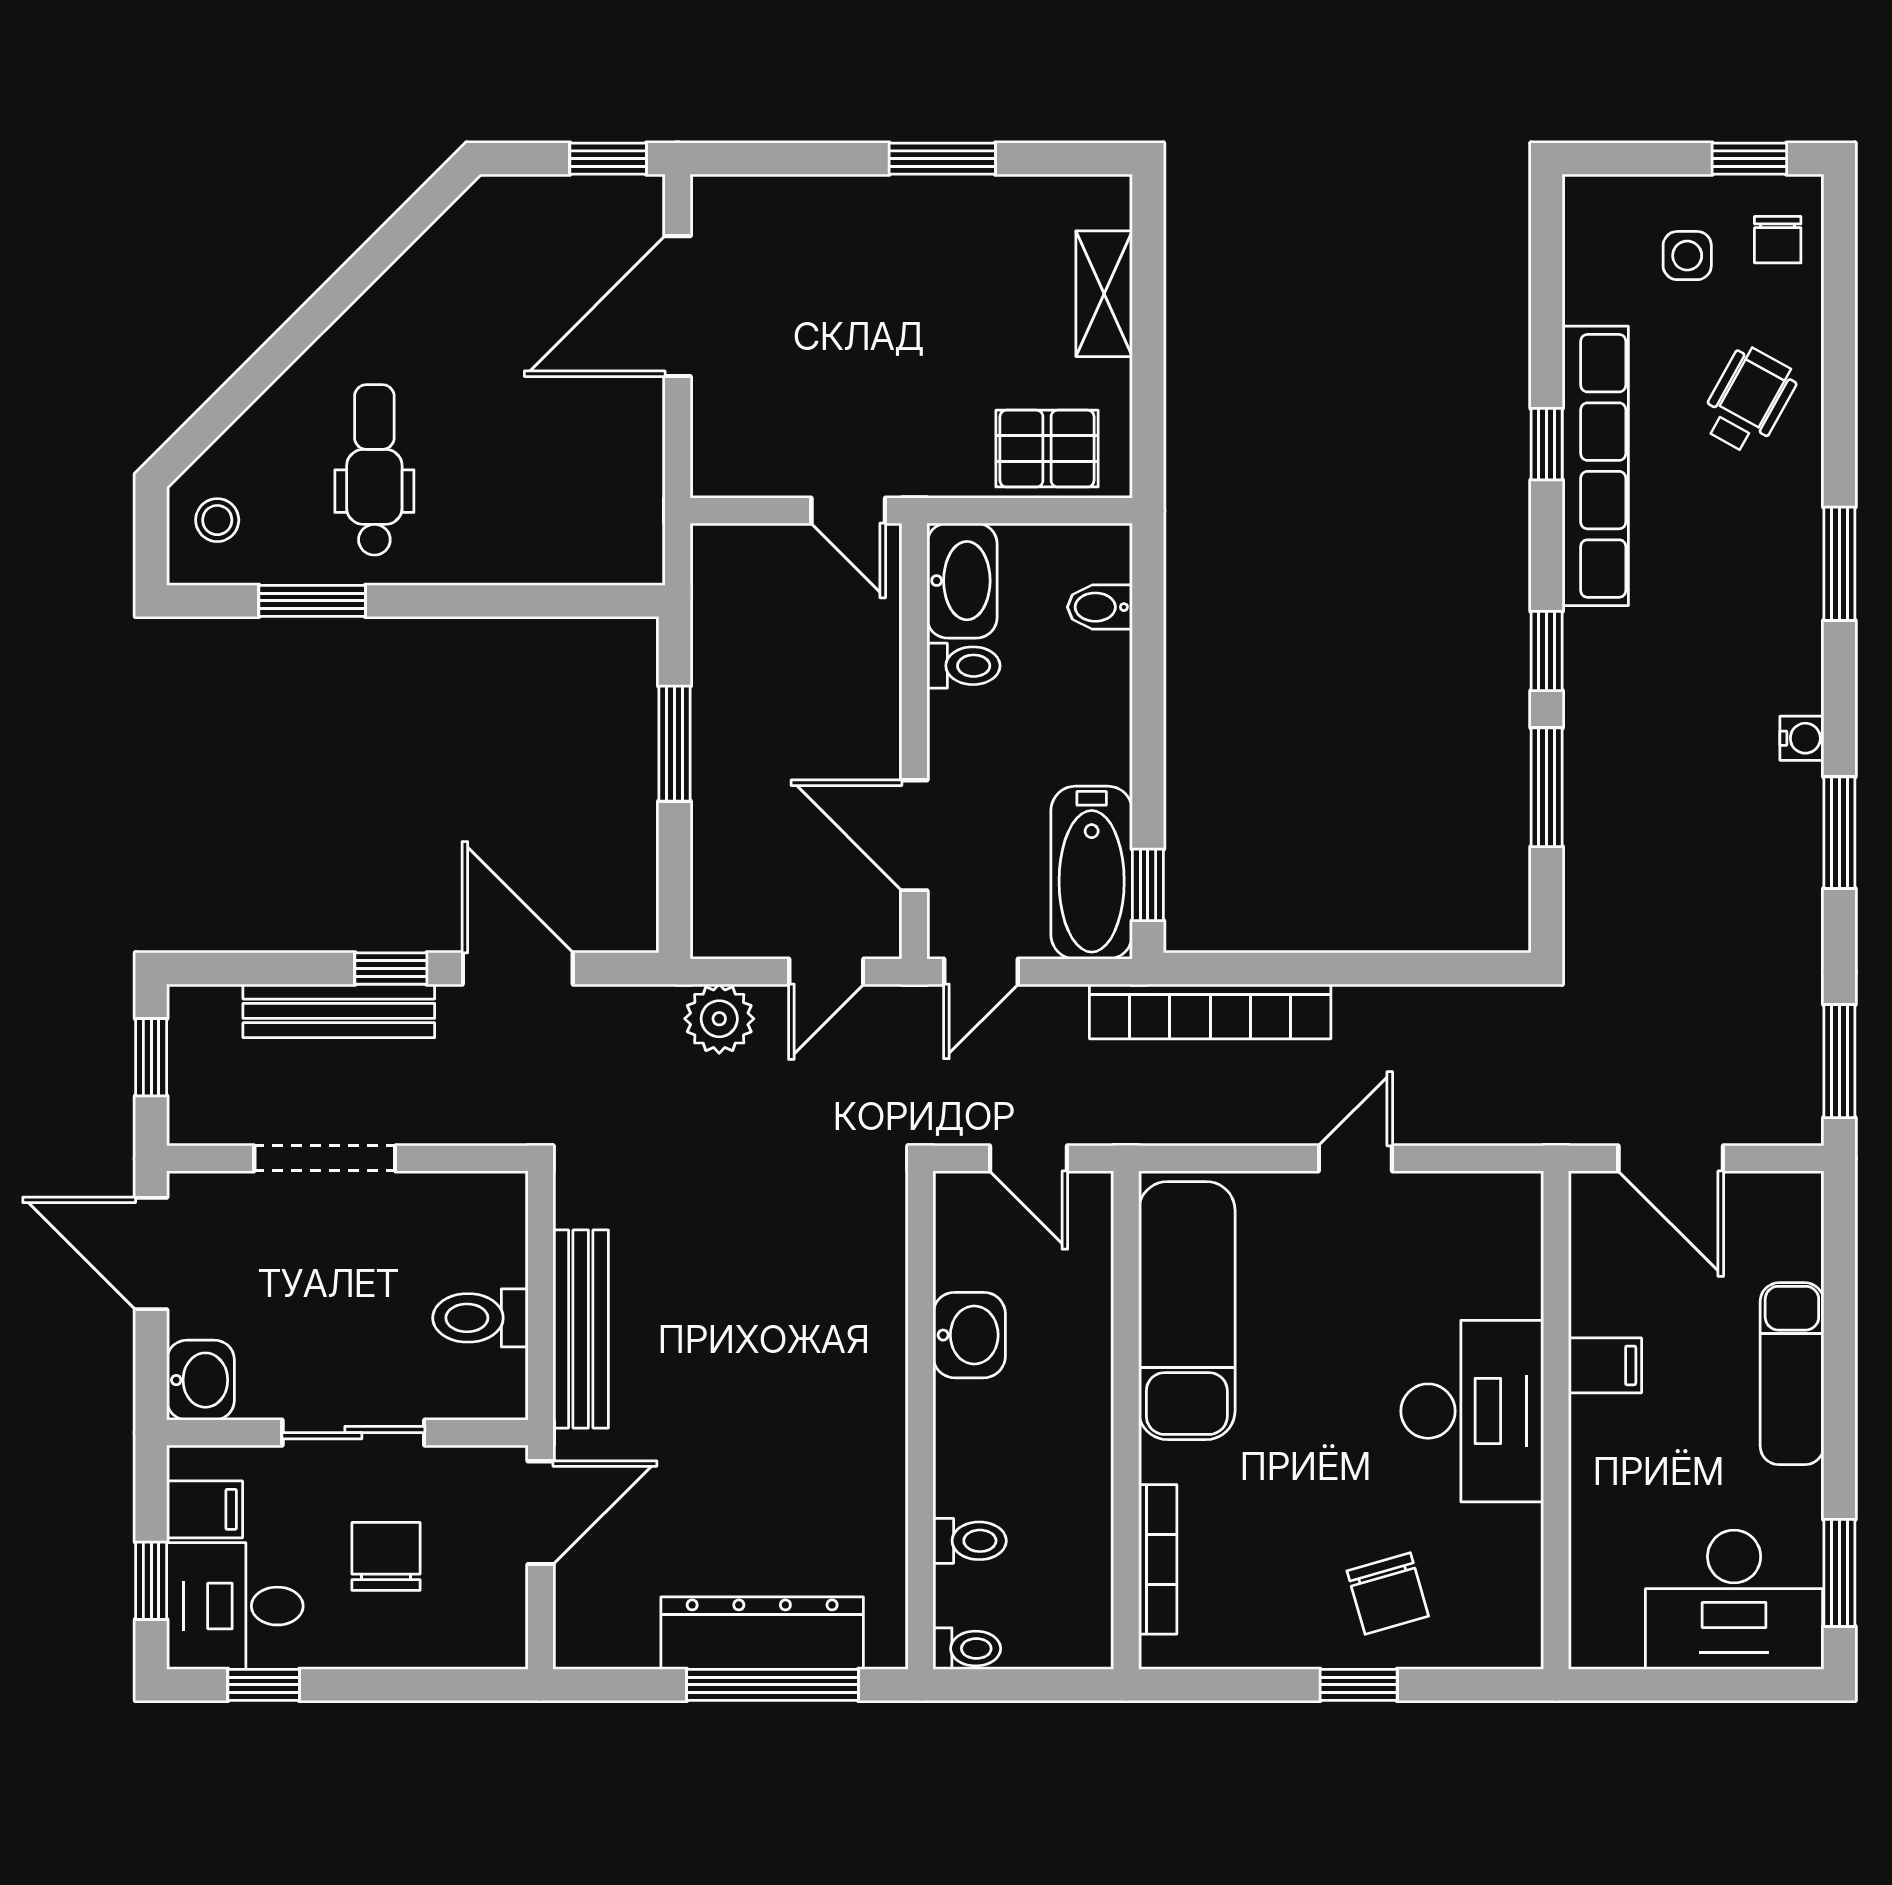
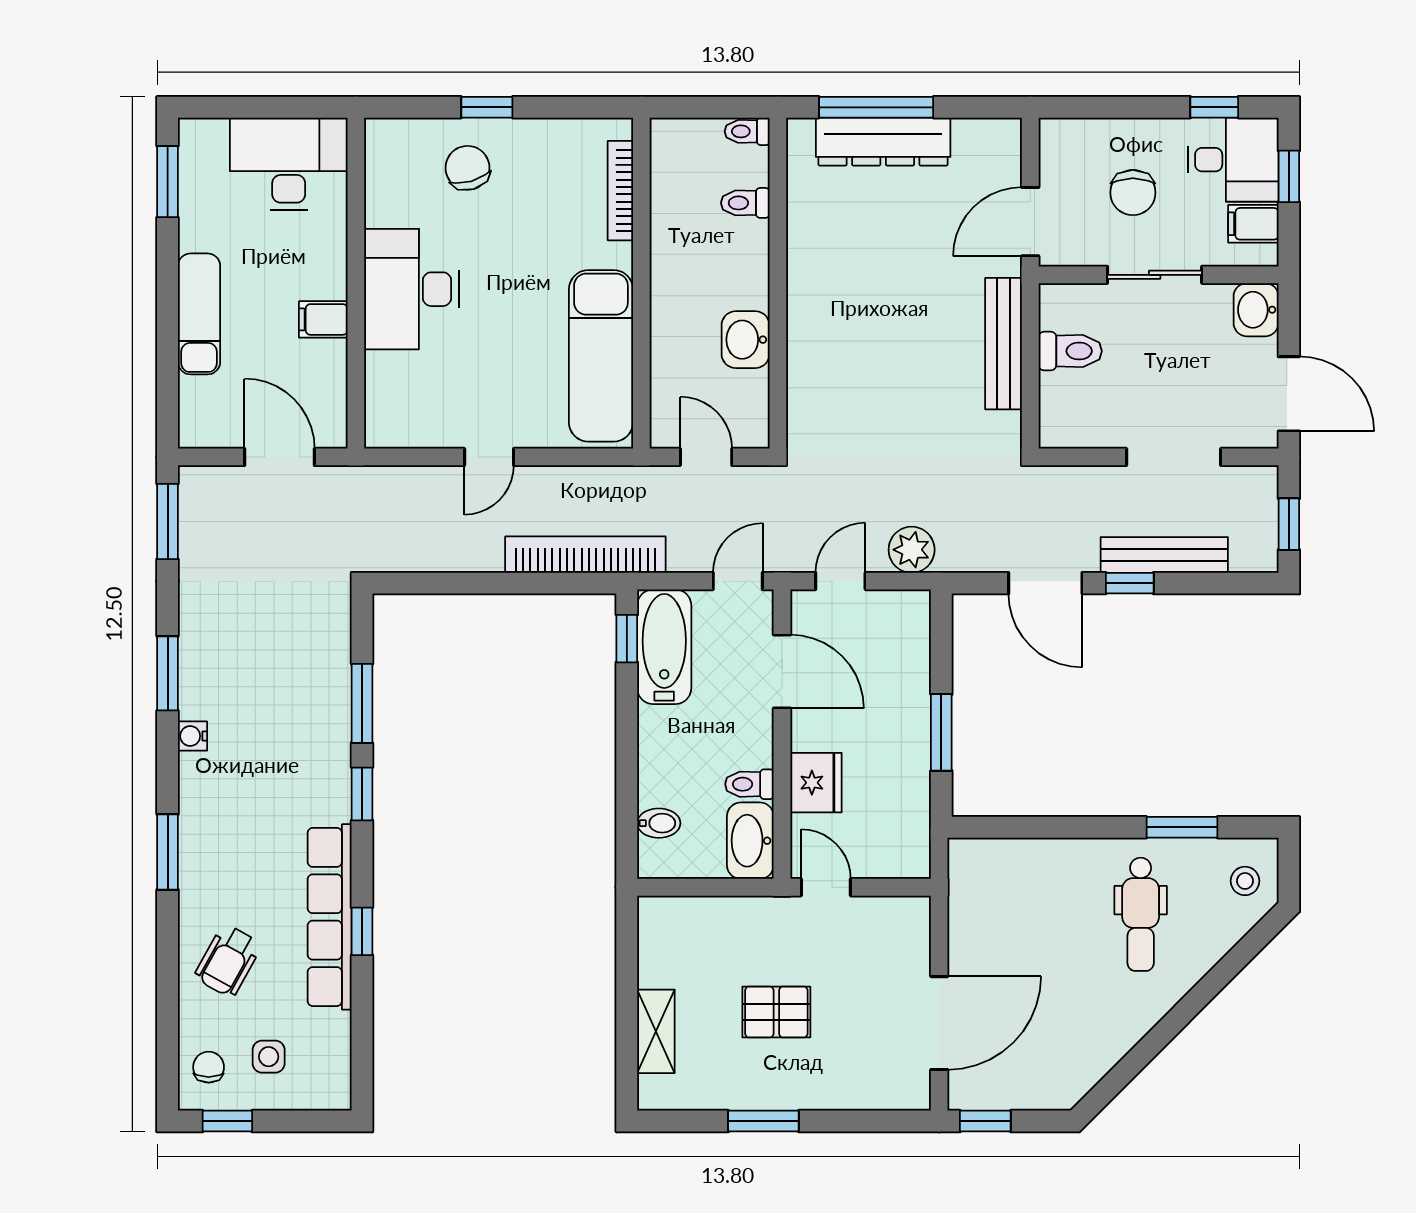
pallet: (1047, 449) -> (776, 1012), moved
fridge: (863, 668) -> (816, 783), added
desk: (1734, 1600) -> (289, 164), moved

